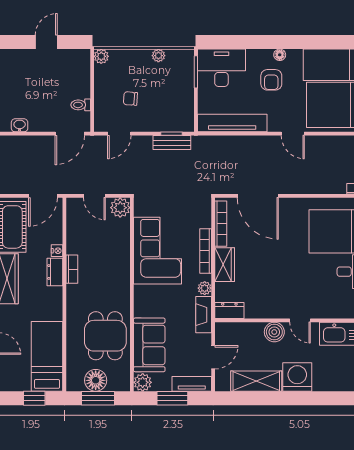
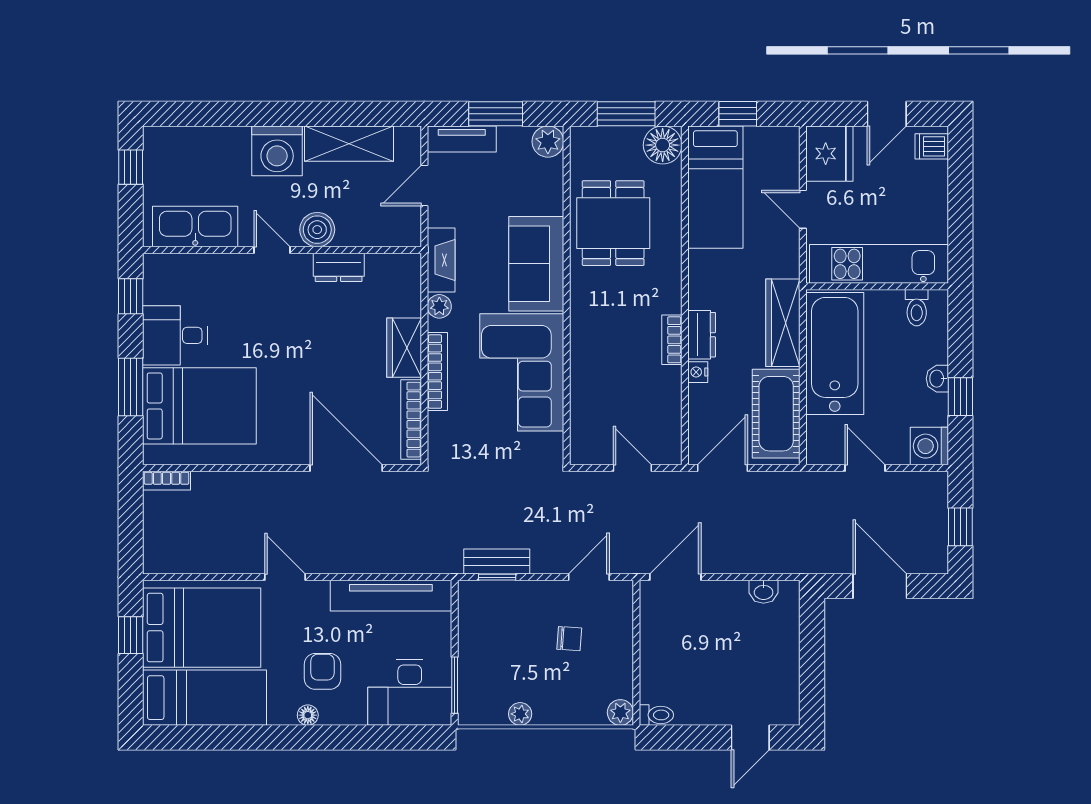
door: (46, 42) -> (750, 738), moved
toilet: (81, 105) -> (656, 715), moved
plant: (120, 208) -> (587, 448), removed
dresser: (229, 310) -> (339, 267), moved
sofa: (149, 345) -> (536, 264), moved
floor lamp: (96, 380) -> (663, 145), moved

